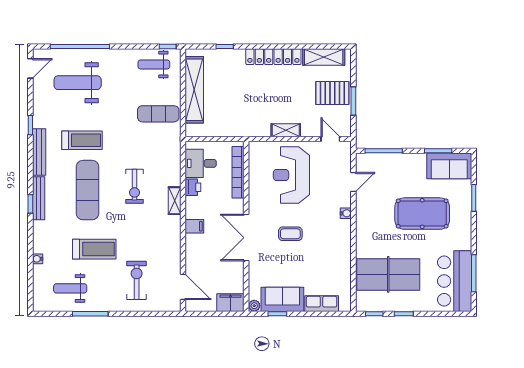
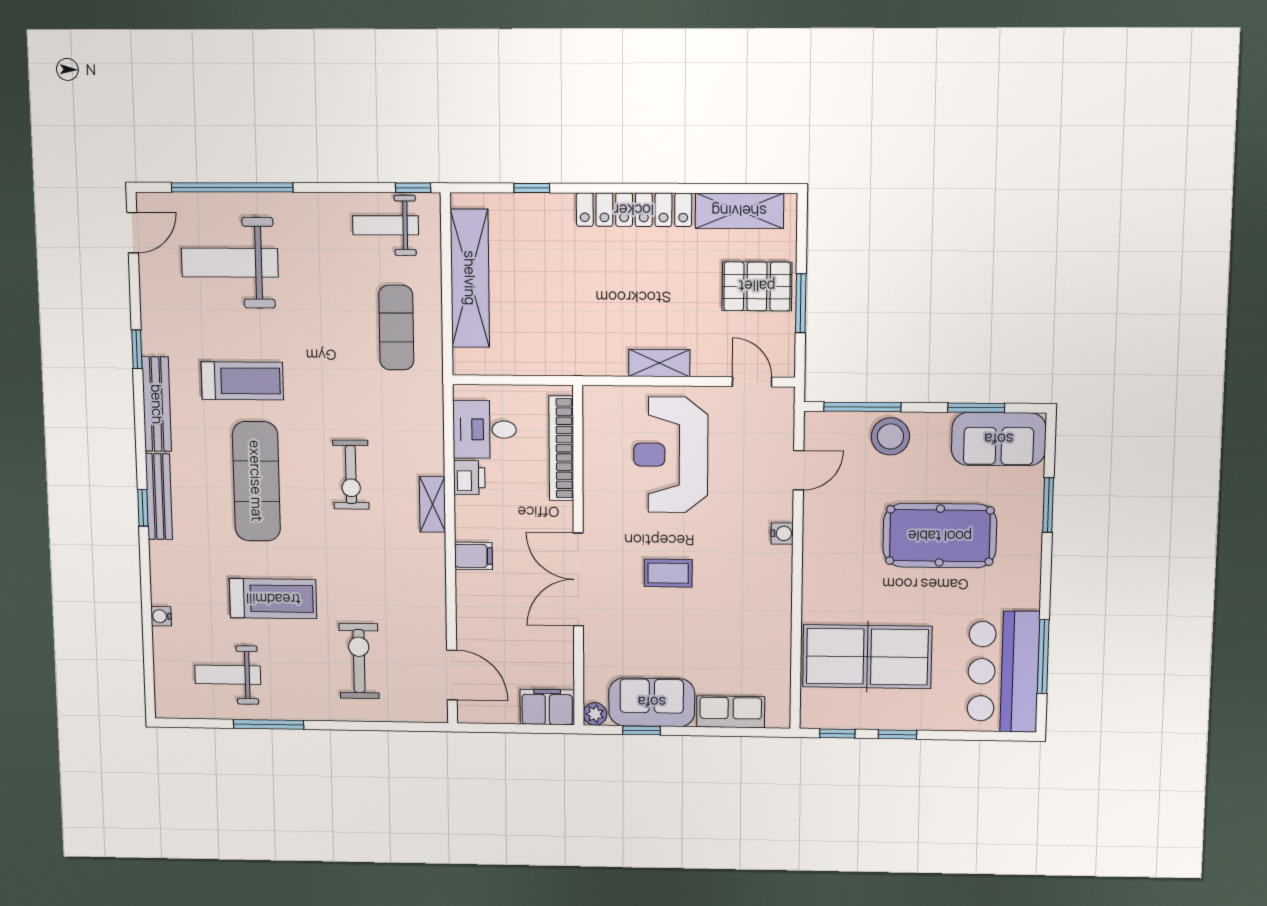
exercise mat: (158, 114) -> (396, 328), turned 90
stool: (397, 165) -> (890, 436), added

